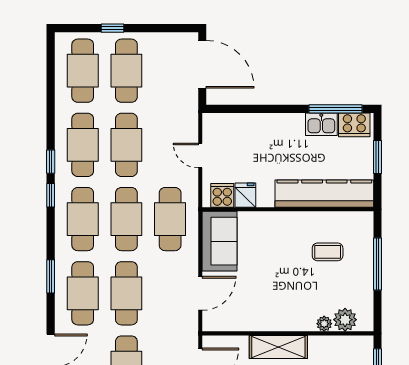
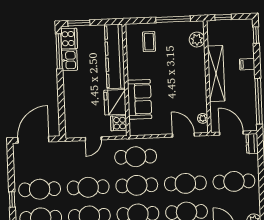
window: (377, 157) -> (79, 23), moved
fridge: (245, 195) -> (115, 102), width x1.88, depth x1.34
sofa: (220, 241) -> (140, 99), moved, turned 90
coffee table: (328, 252) -> (149, 42), moved
window: (377, 264) -> (173, 19), moved
plant: (324, 324) -> (203, 118), moved
shelving: (278, 347) -> (216, 74), width x1.47

